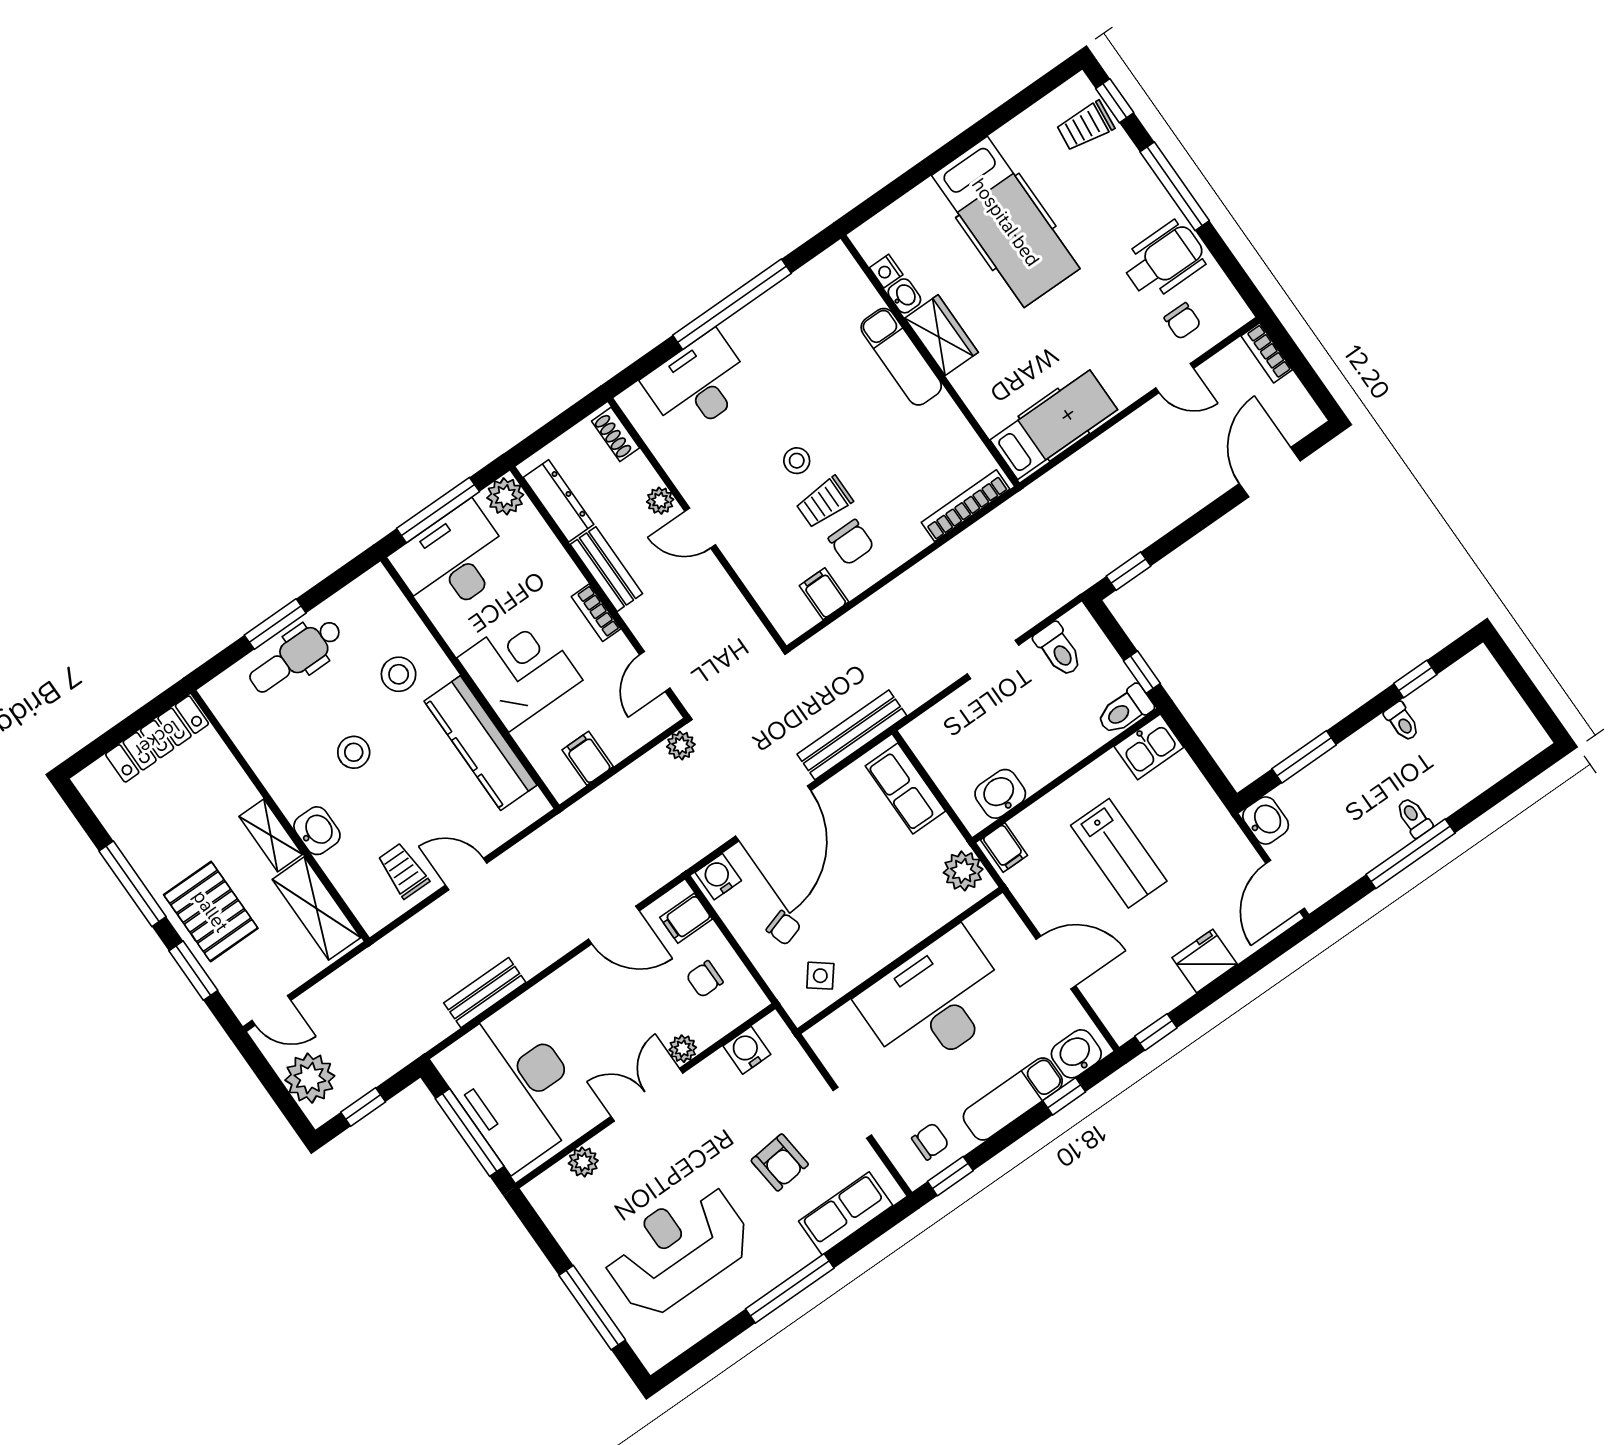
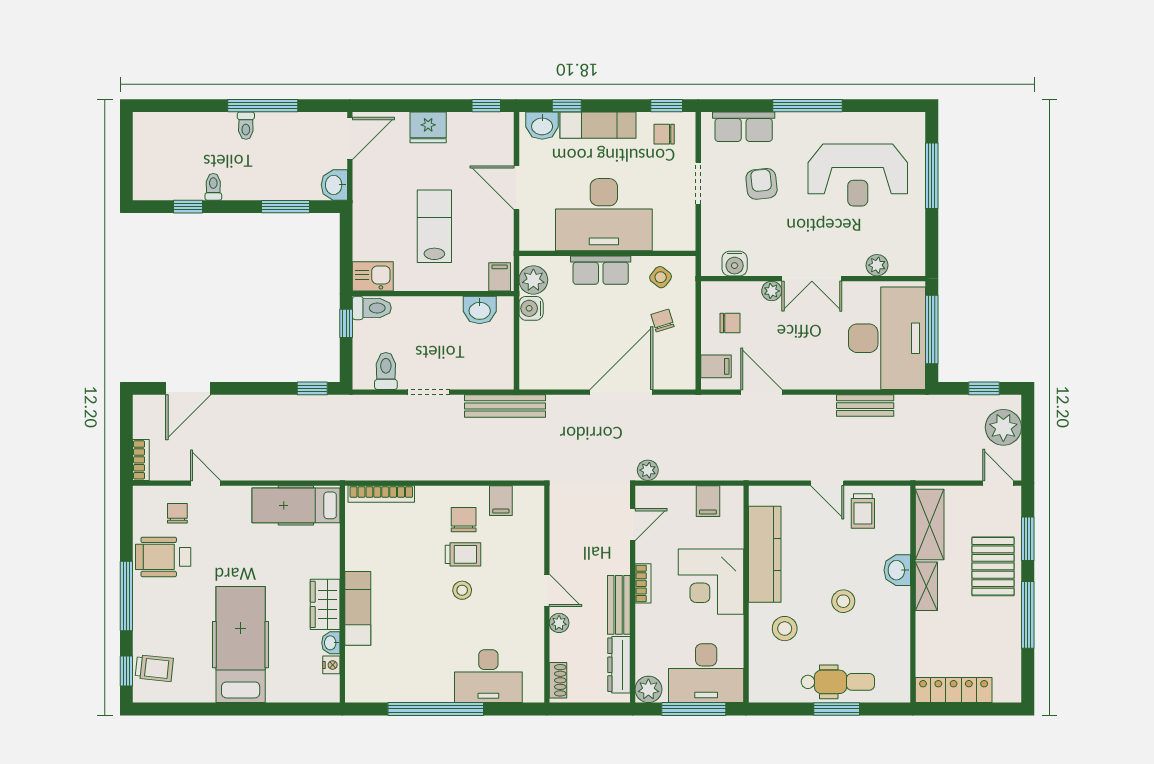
bench: (852, 735) -> (505, 406), moved
row of seats: (905, 789) -> (601, 270), moved, turned 90
water cooler: (718, 877) -> (531, 308), moved, turned 90

